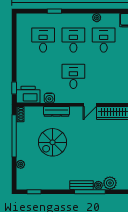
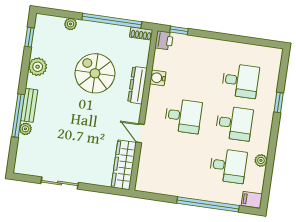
printer: (28, 95) -> (164, 40), width x0.53, depth x0.68
plant: (110, 183) -> (38, 67), moved

